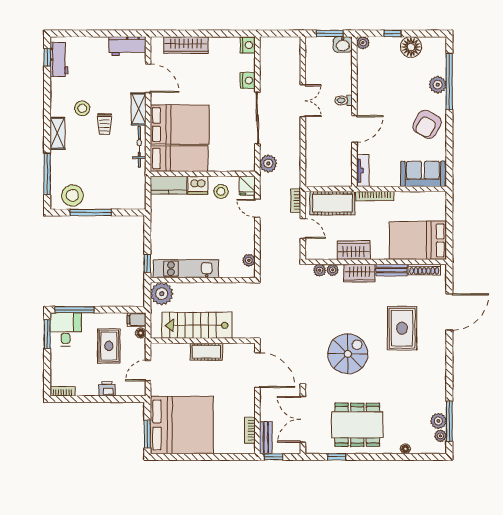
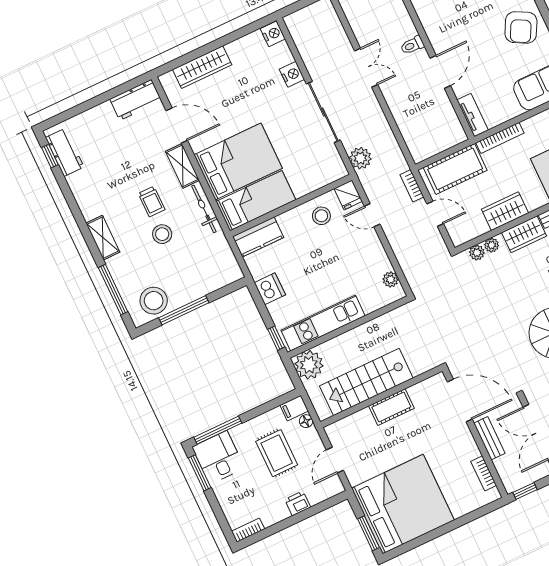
stool: (82, 108) -> (162, 234), moved
dishwasher: (198, 185) -> (270, 289), moved, turned -90
bench: (266, 438) -> (489, 438), moved

